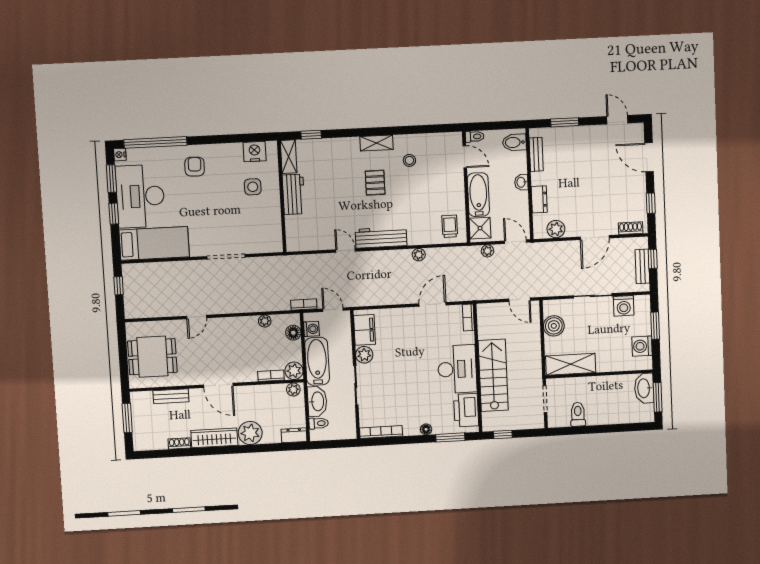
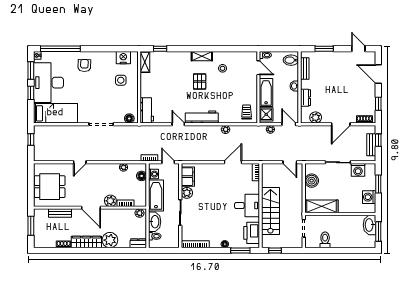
workbench: (294, 194) -> (147, 110), moved
floor lamp: (269, 245) -> (129, 118), added
desk: (457, 369) -> (247, 206), width x0.73
plant: (294, 371) -> (110, 201), moved

